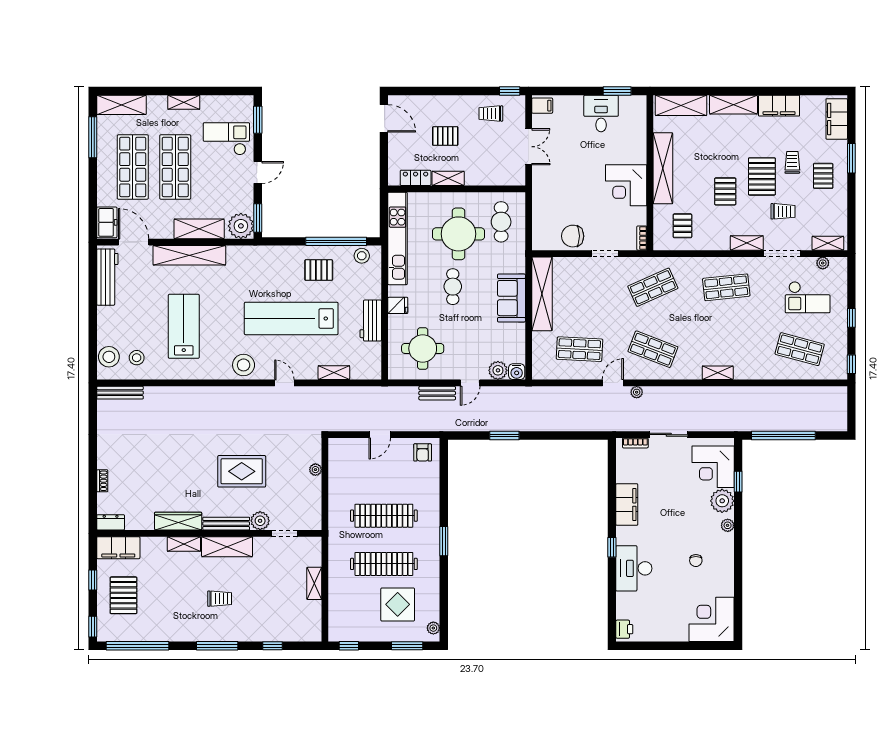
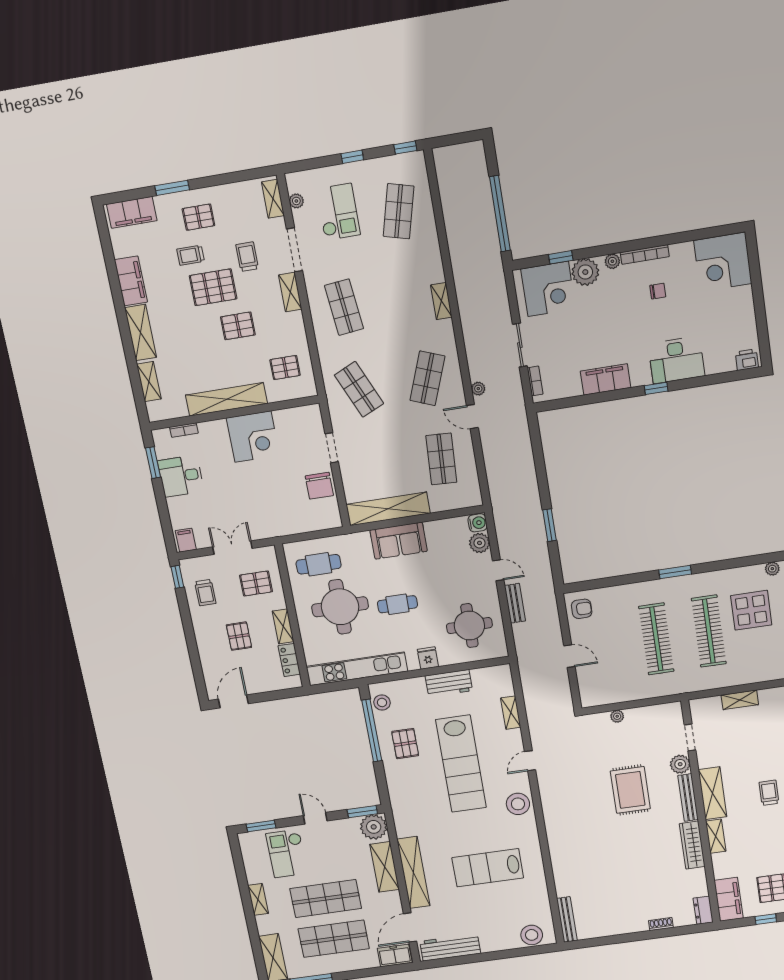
shelving: (681, 105) -> (149, 382), width x0.67, depth x0.75
pallet: (492, 161) -> (256, 583), added
bookcase: (642, 238) -> (184, 430), moved
stool: (137, 358) -> (528, 909), removed
bookcase: (729, 554) -> (645, 254), added

